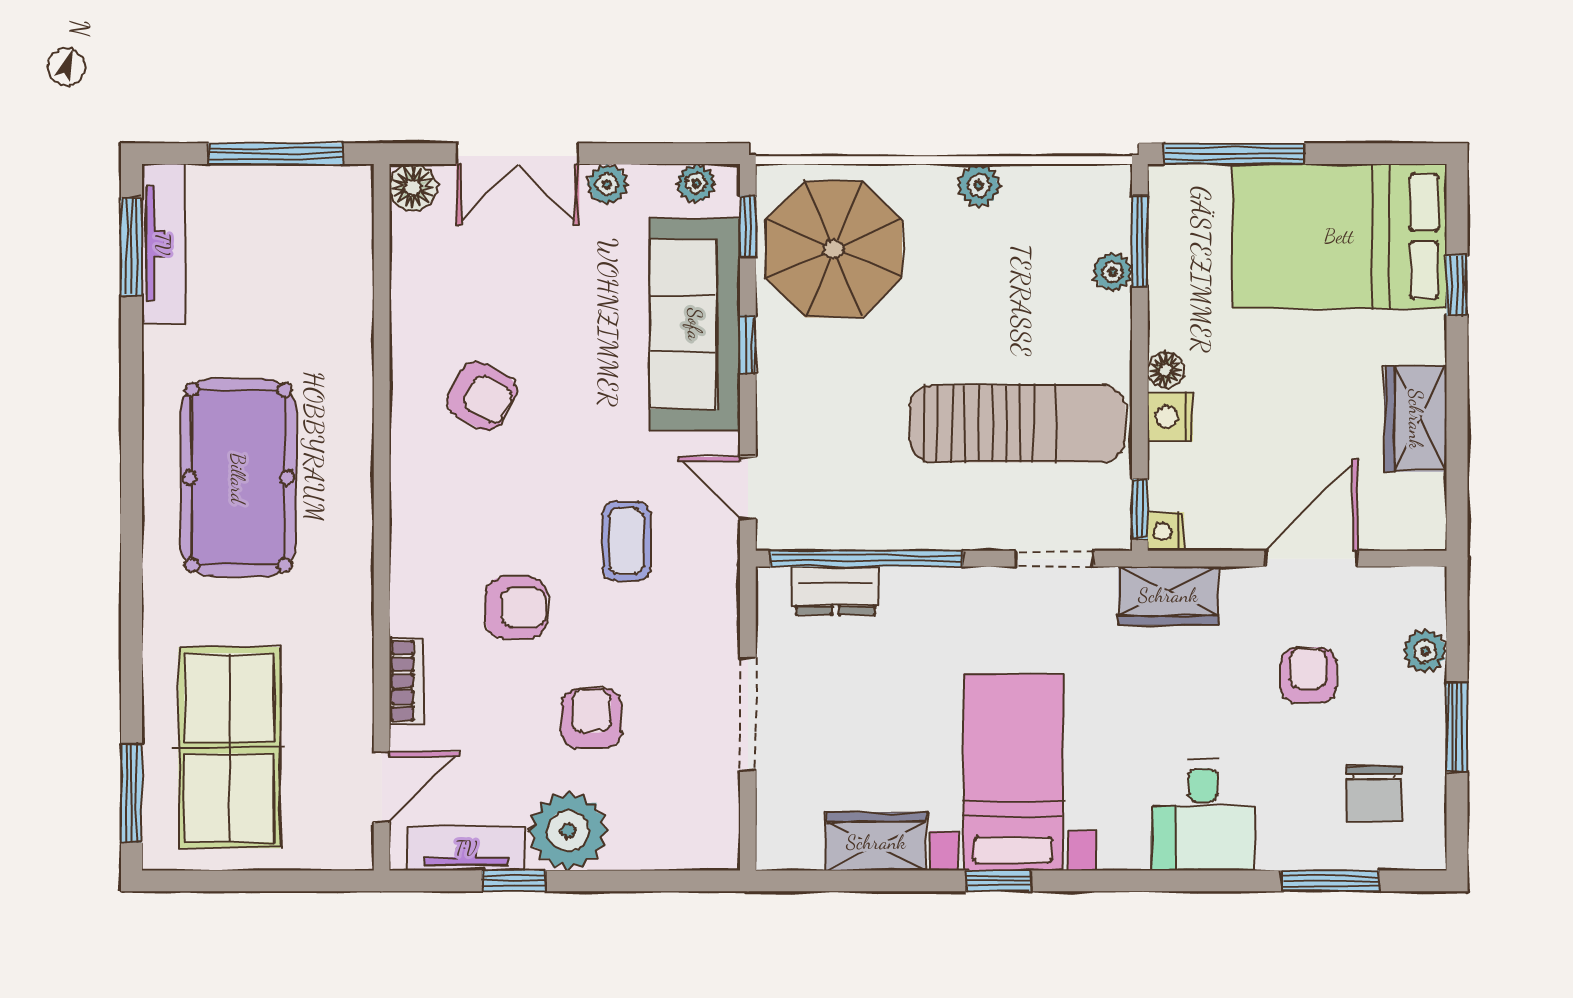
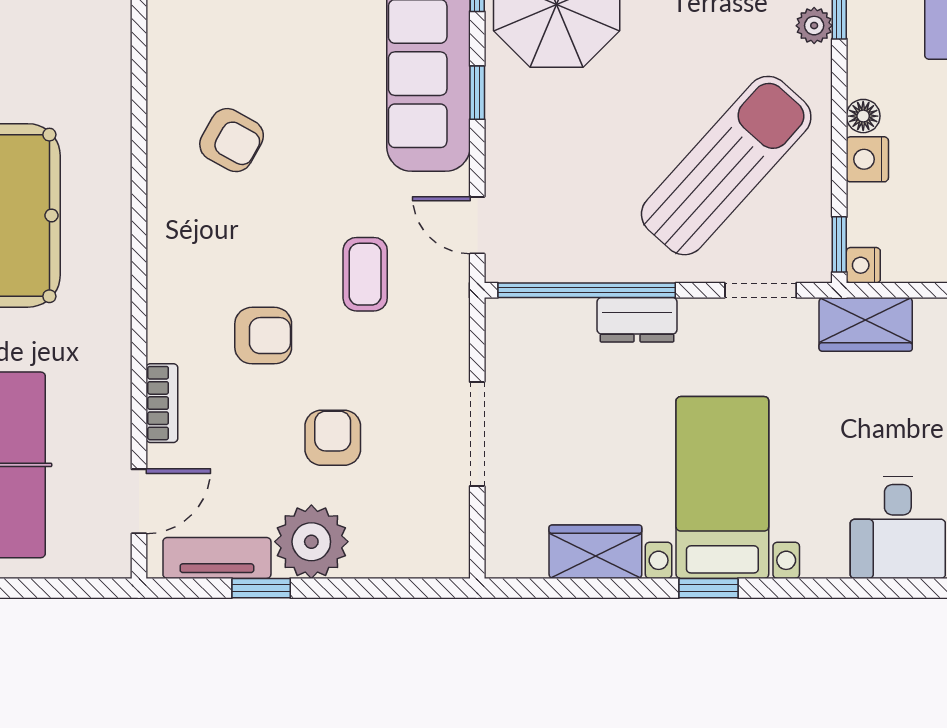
sun lounger: (1017, 424) -> (726, 166), turned -48
dresser: (836, 591) -> (637, 320), moved

